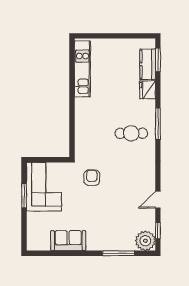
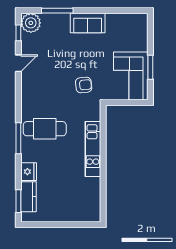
kitchen unit: (82, 69) -> (93, 149), moved
cafe table: (131, 133) -> (45, 129), width x1.37, depth x1.35
armchair: (92, 178) -> (84, 85), turned -96
sofa: (68, 241) -> (88, 23), moved

